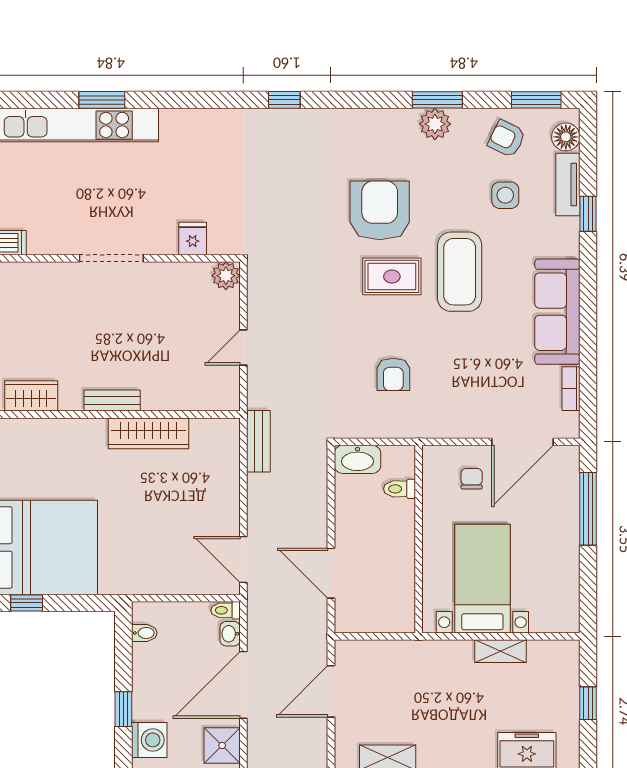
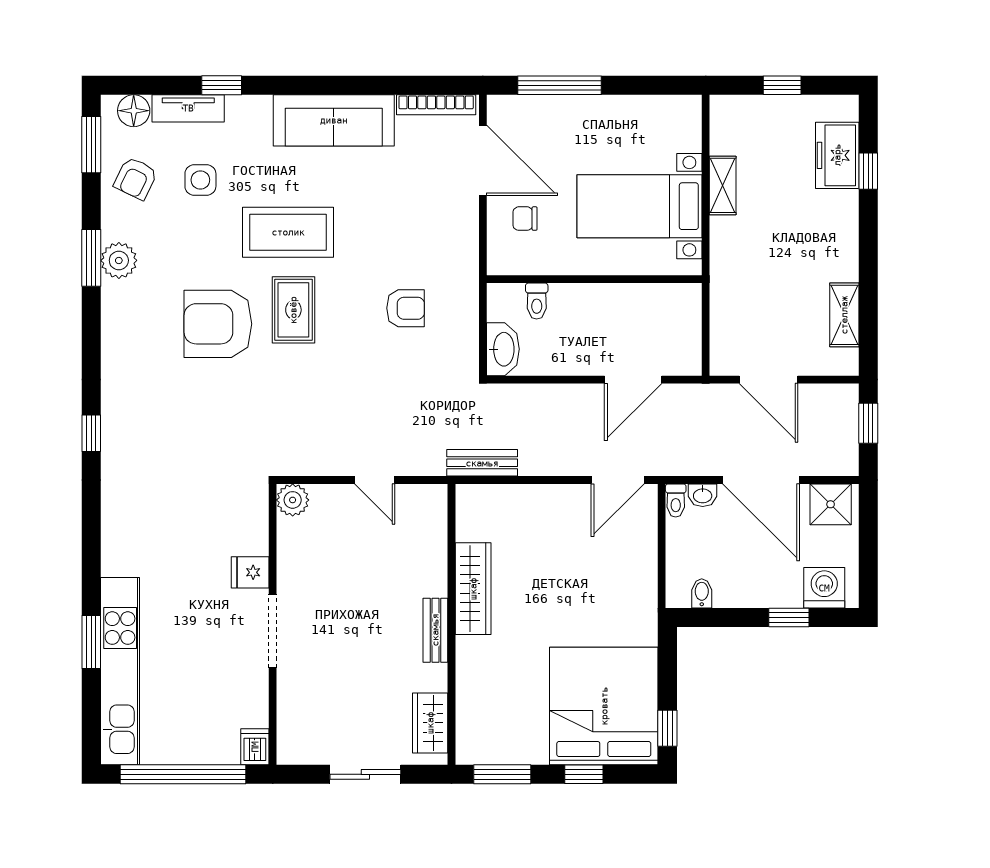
fridge: (193, 239) -> (250, 572), moved
bookcase: (571, 389) -> (436, 105), width x1.56

